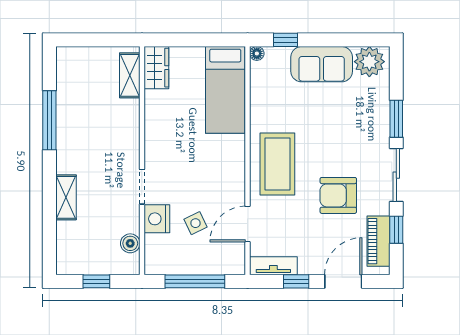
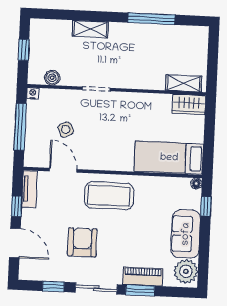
nightstand: (157, 219) -> (33, 93), moved, width x0.53, depth x0.56
piano: (379, 241) -> (143, 277), moved

